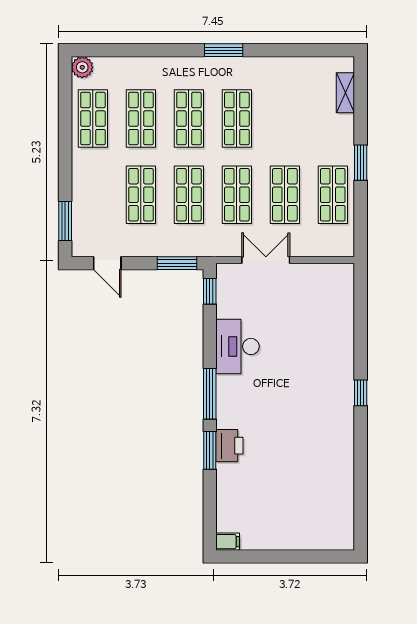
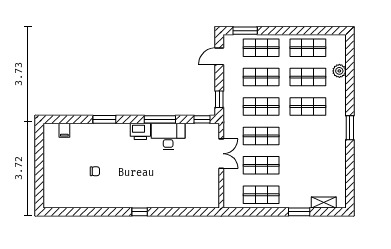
plant: (82, 67) -> (339, 71), moved
shop shelf: (237, 119) -> (261, 48), moved
window: (361, 163) -> (299, 212), moved
window: (177, 263) -> (219, 99), width x0.67
window: (210, 394) -> (160, 119), moved
printer: (229, 446) -> (140, 131), moved
chair: (294, 466) -> (95, 171), added
filing cabinet: (228, 542) -> (64, 130), moved

